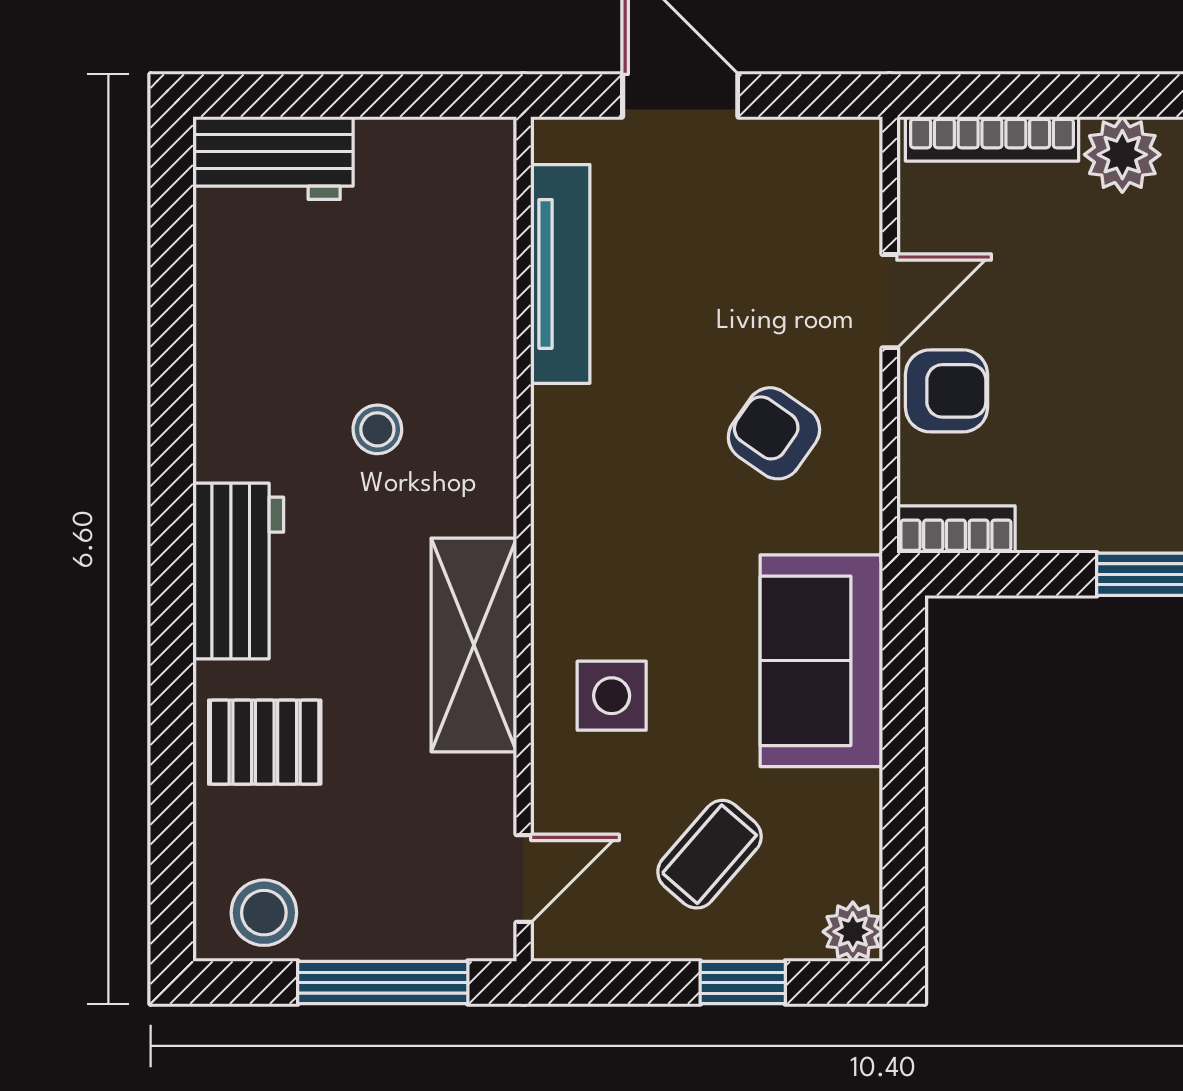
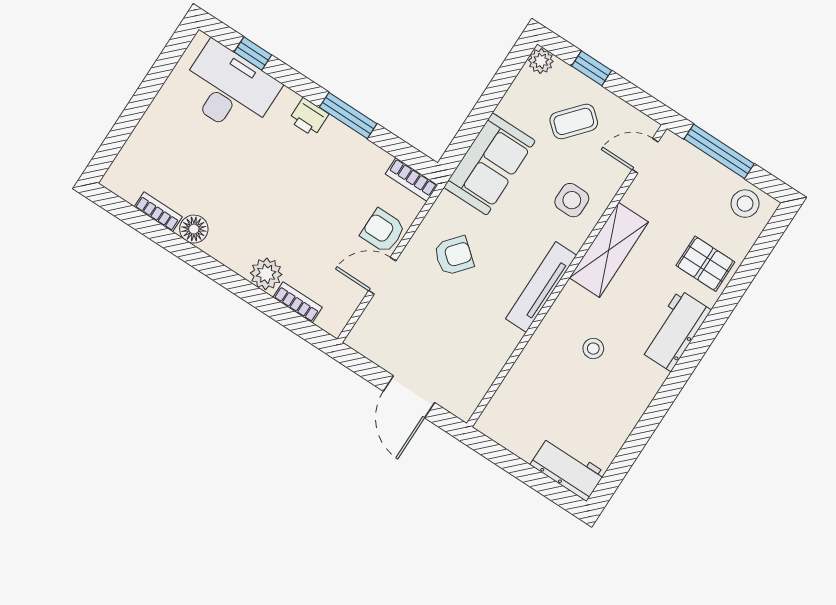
bookcase: (992, 139) -> (298, 302), width x0.64
tv unit: (560, 274) -> (541, 287), moved
armchair: (774, 433) -> (454, 256), turned -85

